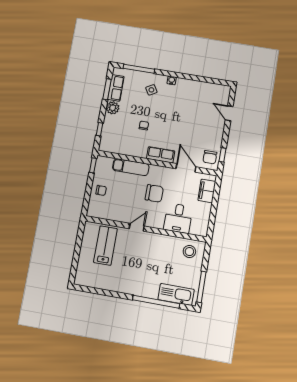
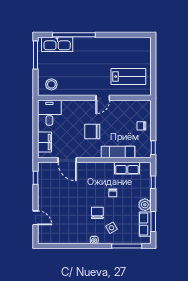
row of seats: (161, 155) -> (127, 168), moved
chair: (210, 157) -> (97, 213), moved
desk: (178, 218) -> (49, 113), moved
lab bench: (105, 246) -> (128, 77), turned -90

